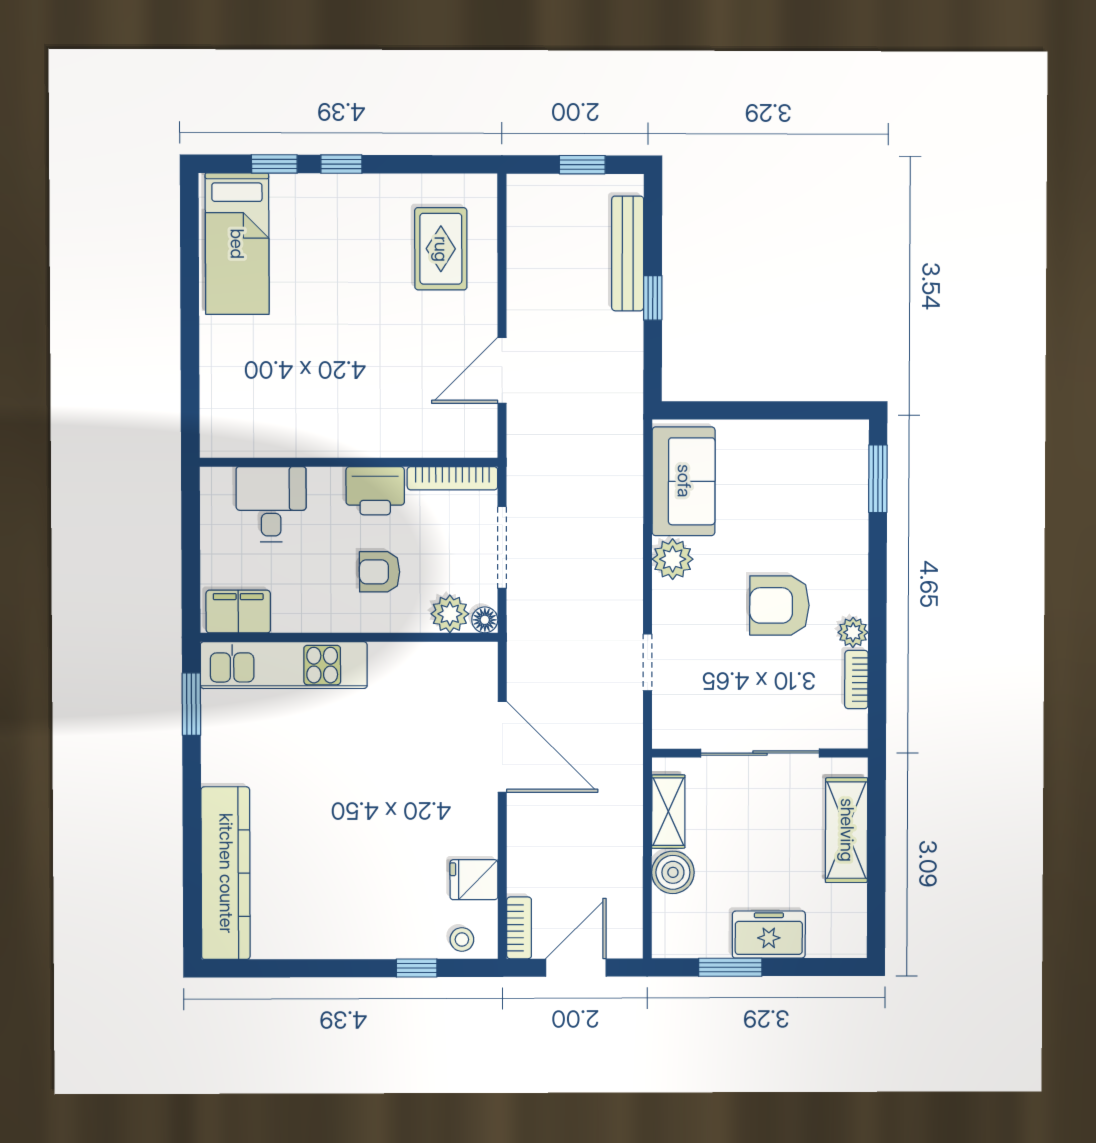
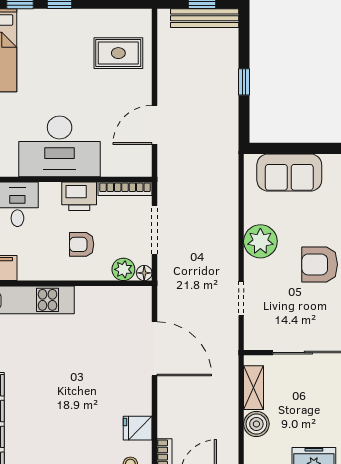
rug: (441, 249) -> (118, 53), turned 90
bench: (628, 253) -> (205, 18), moved, turned 90
desk: (342, 406) -> (60, 146), added
sofa: (684, 481) -> (289, 172), moved, turned 90
plant: (673, 559) -> (260, 241), width x1.36, depth x1.36

